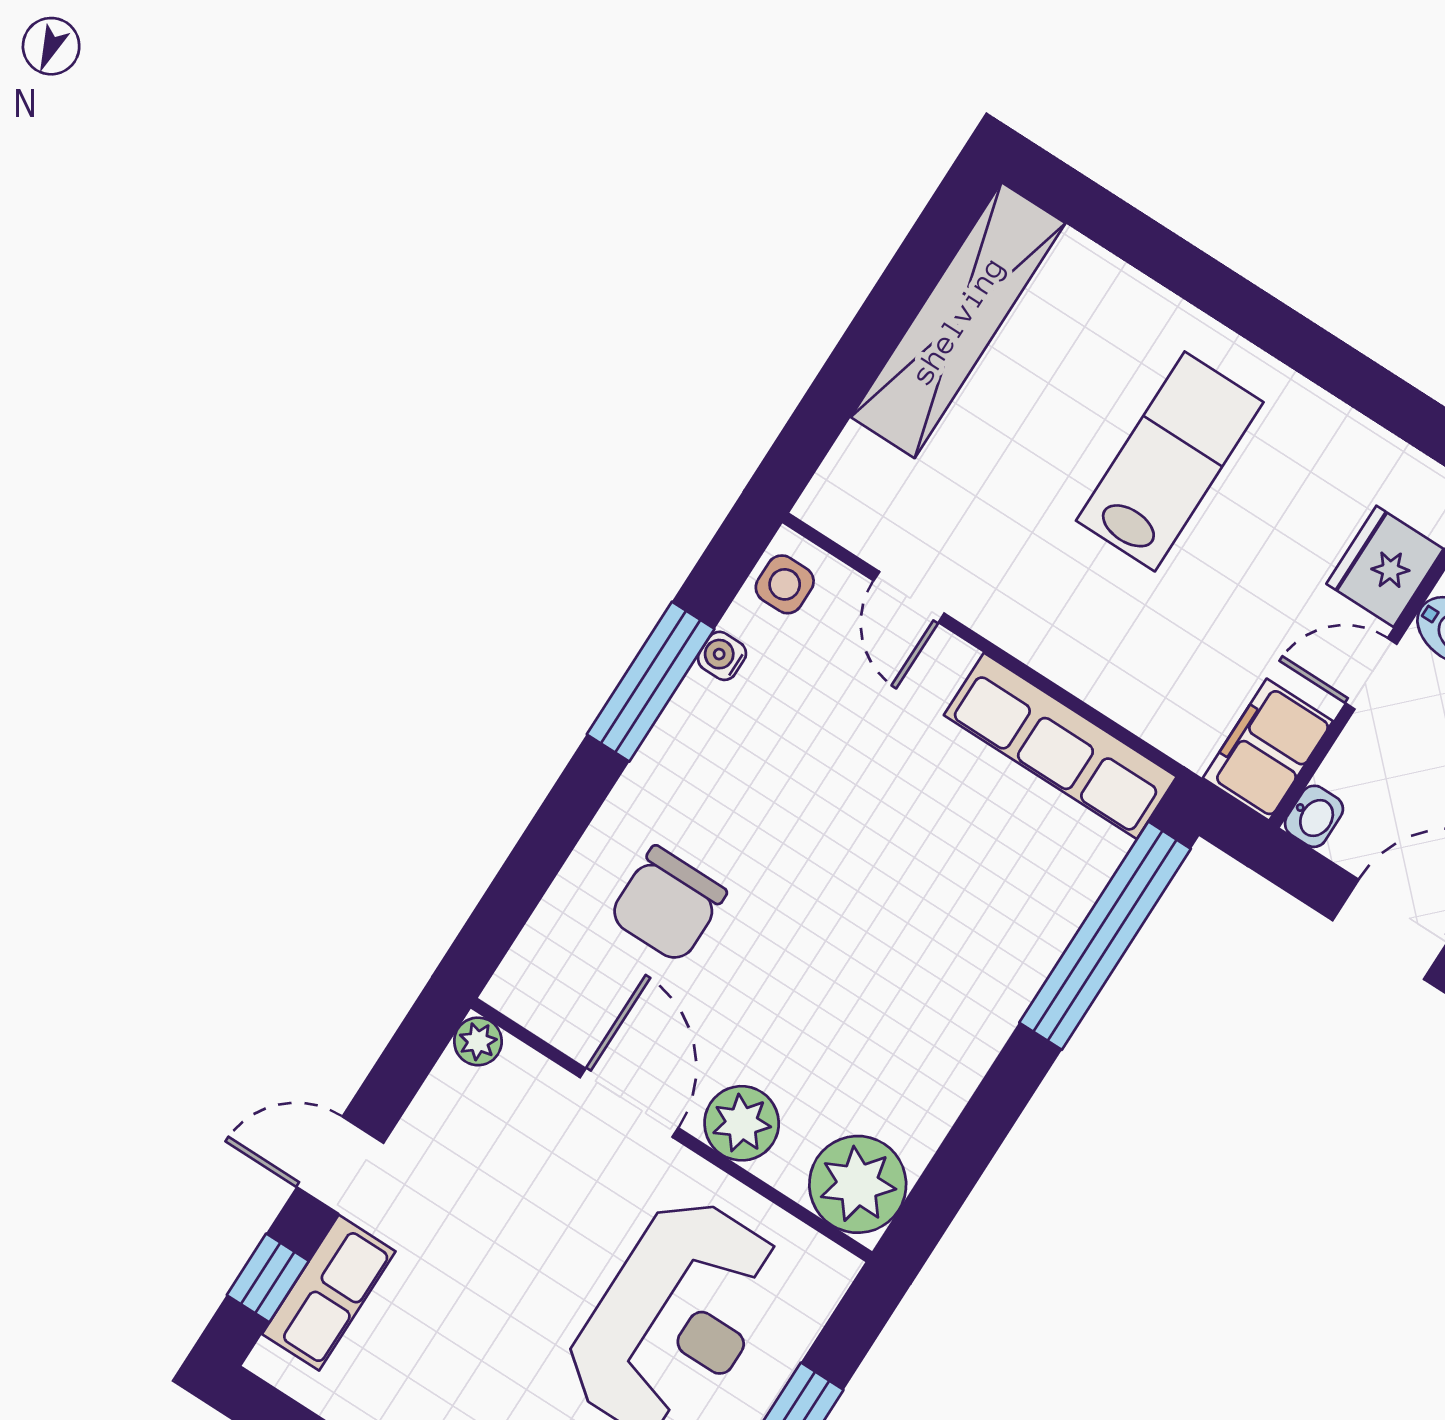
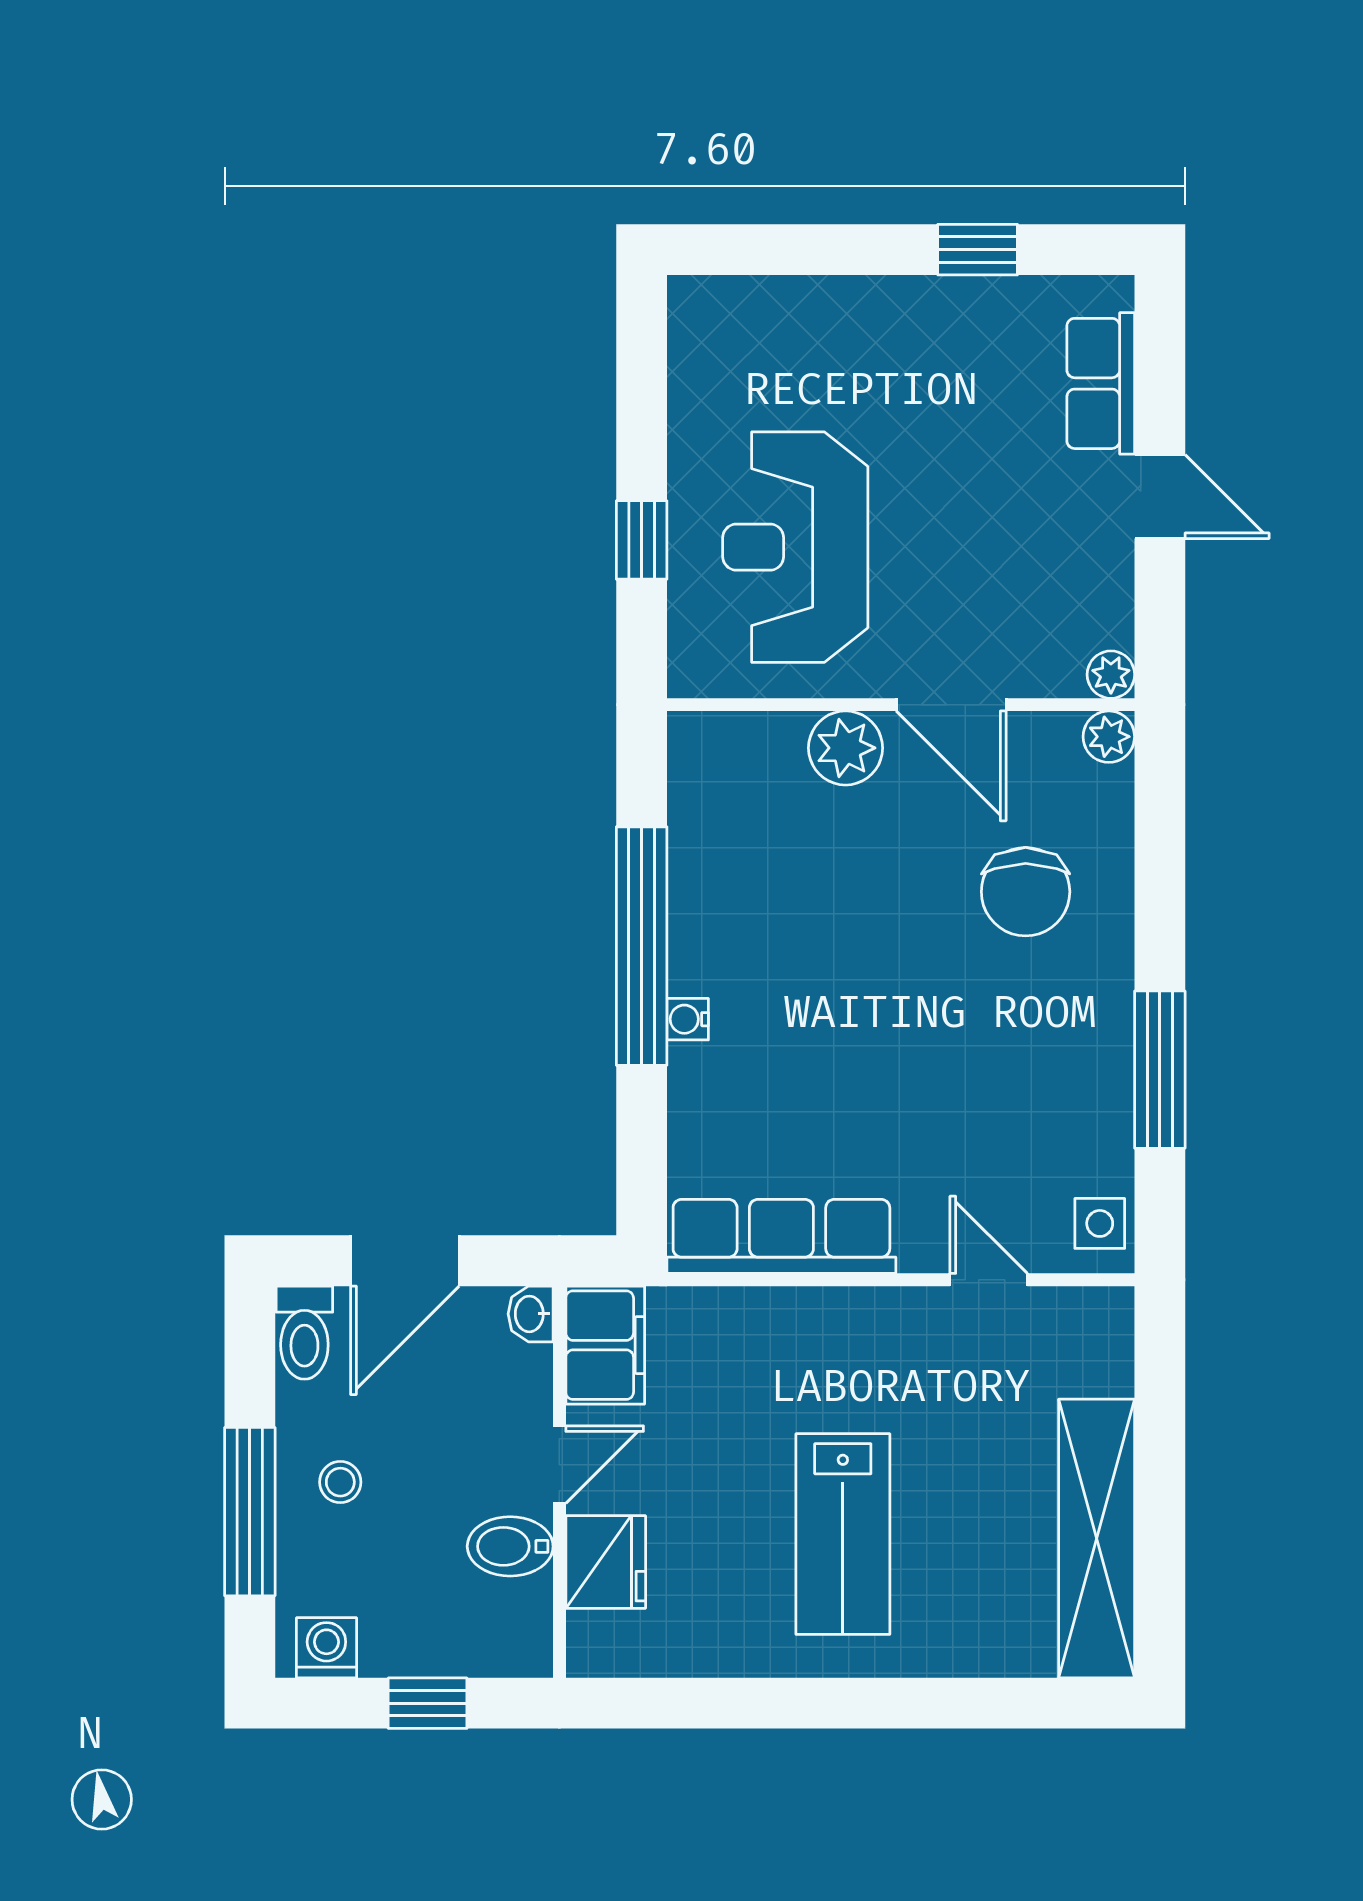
water cooler: (722, 656) -> (688, 1019), moved, turned 180
chair: (668, 905) -> (1026, 892), turned 180
window: (1105, 936) -> (642, 946), moved
door: (340, 1165) -> (1160, 497), hinge flipped
plant: (858, 1184) -> (1109, 737), moved, width x0.53, depth x0.53
window: (268, 1278) -> (1160, 363), removed

